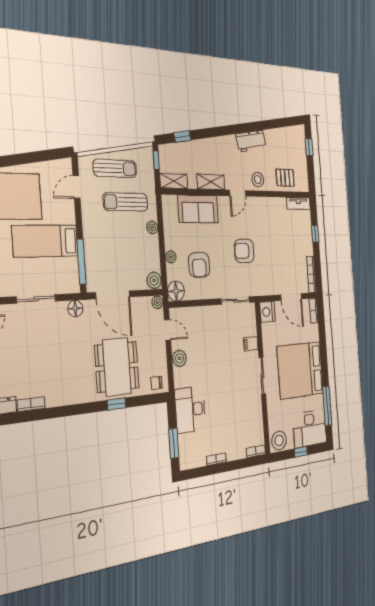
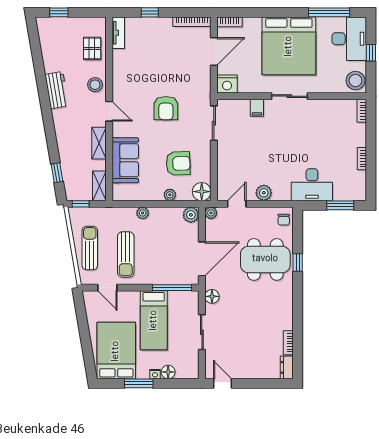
sun lounger: (126, 202) -> (126, 254), moved

